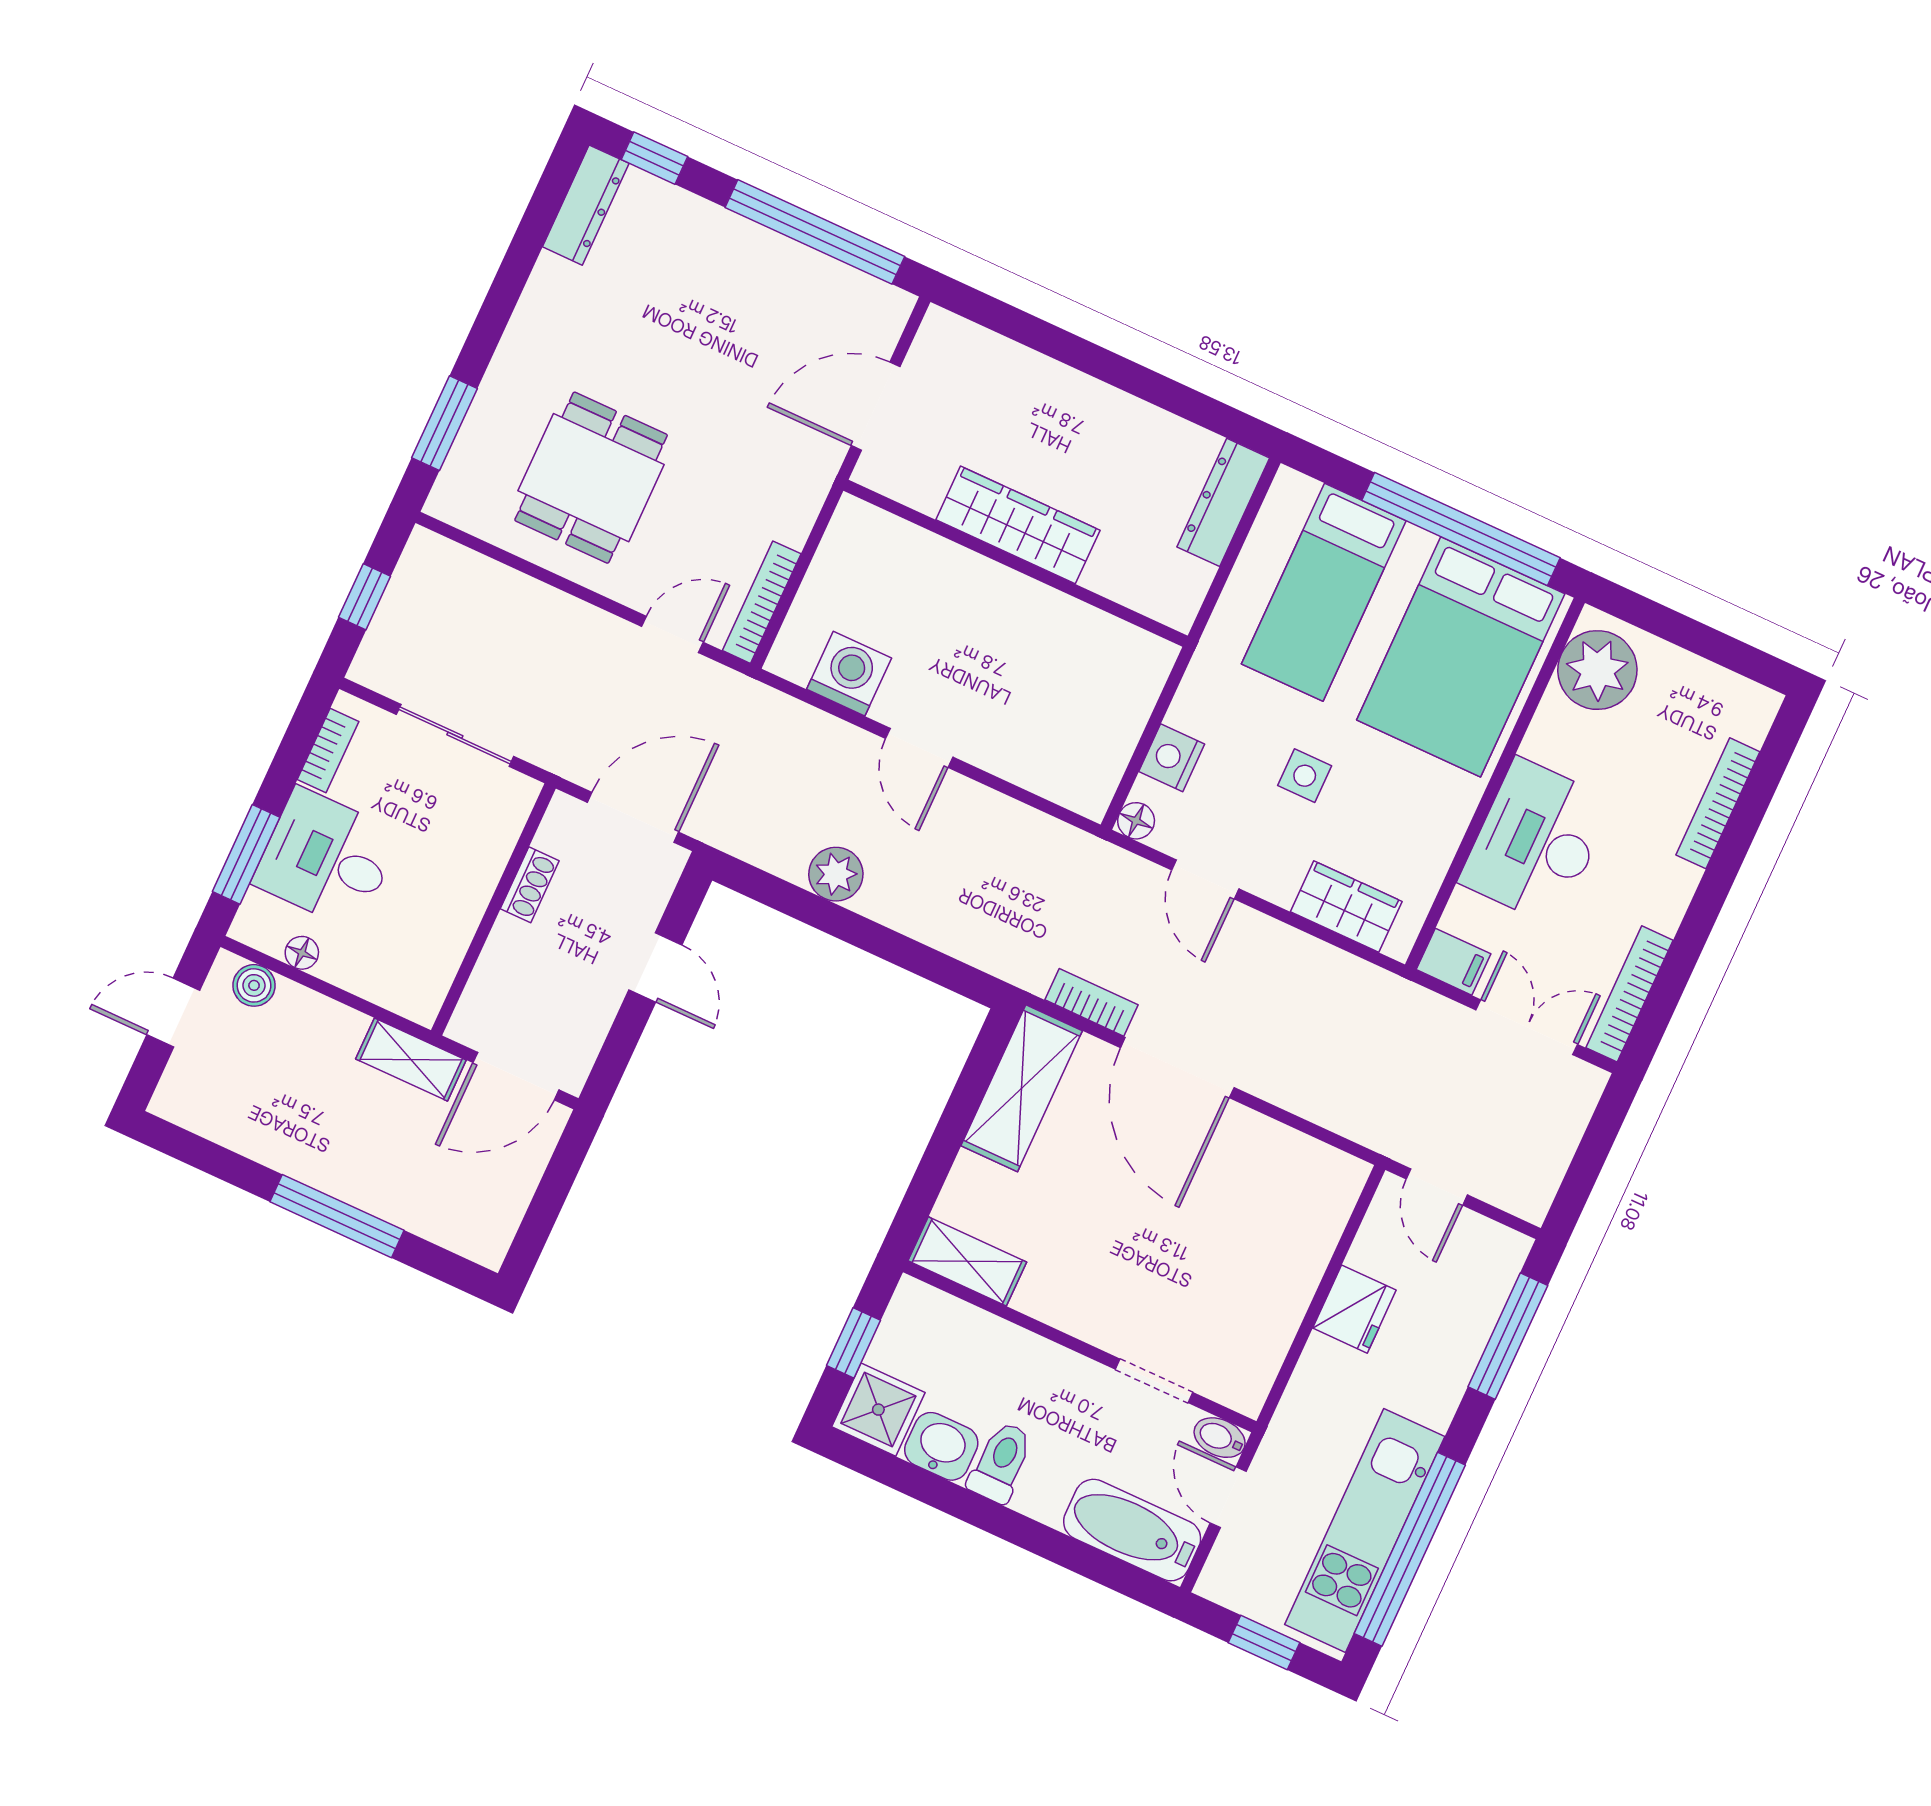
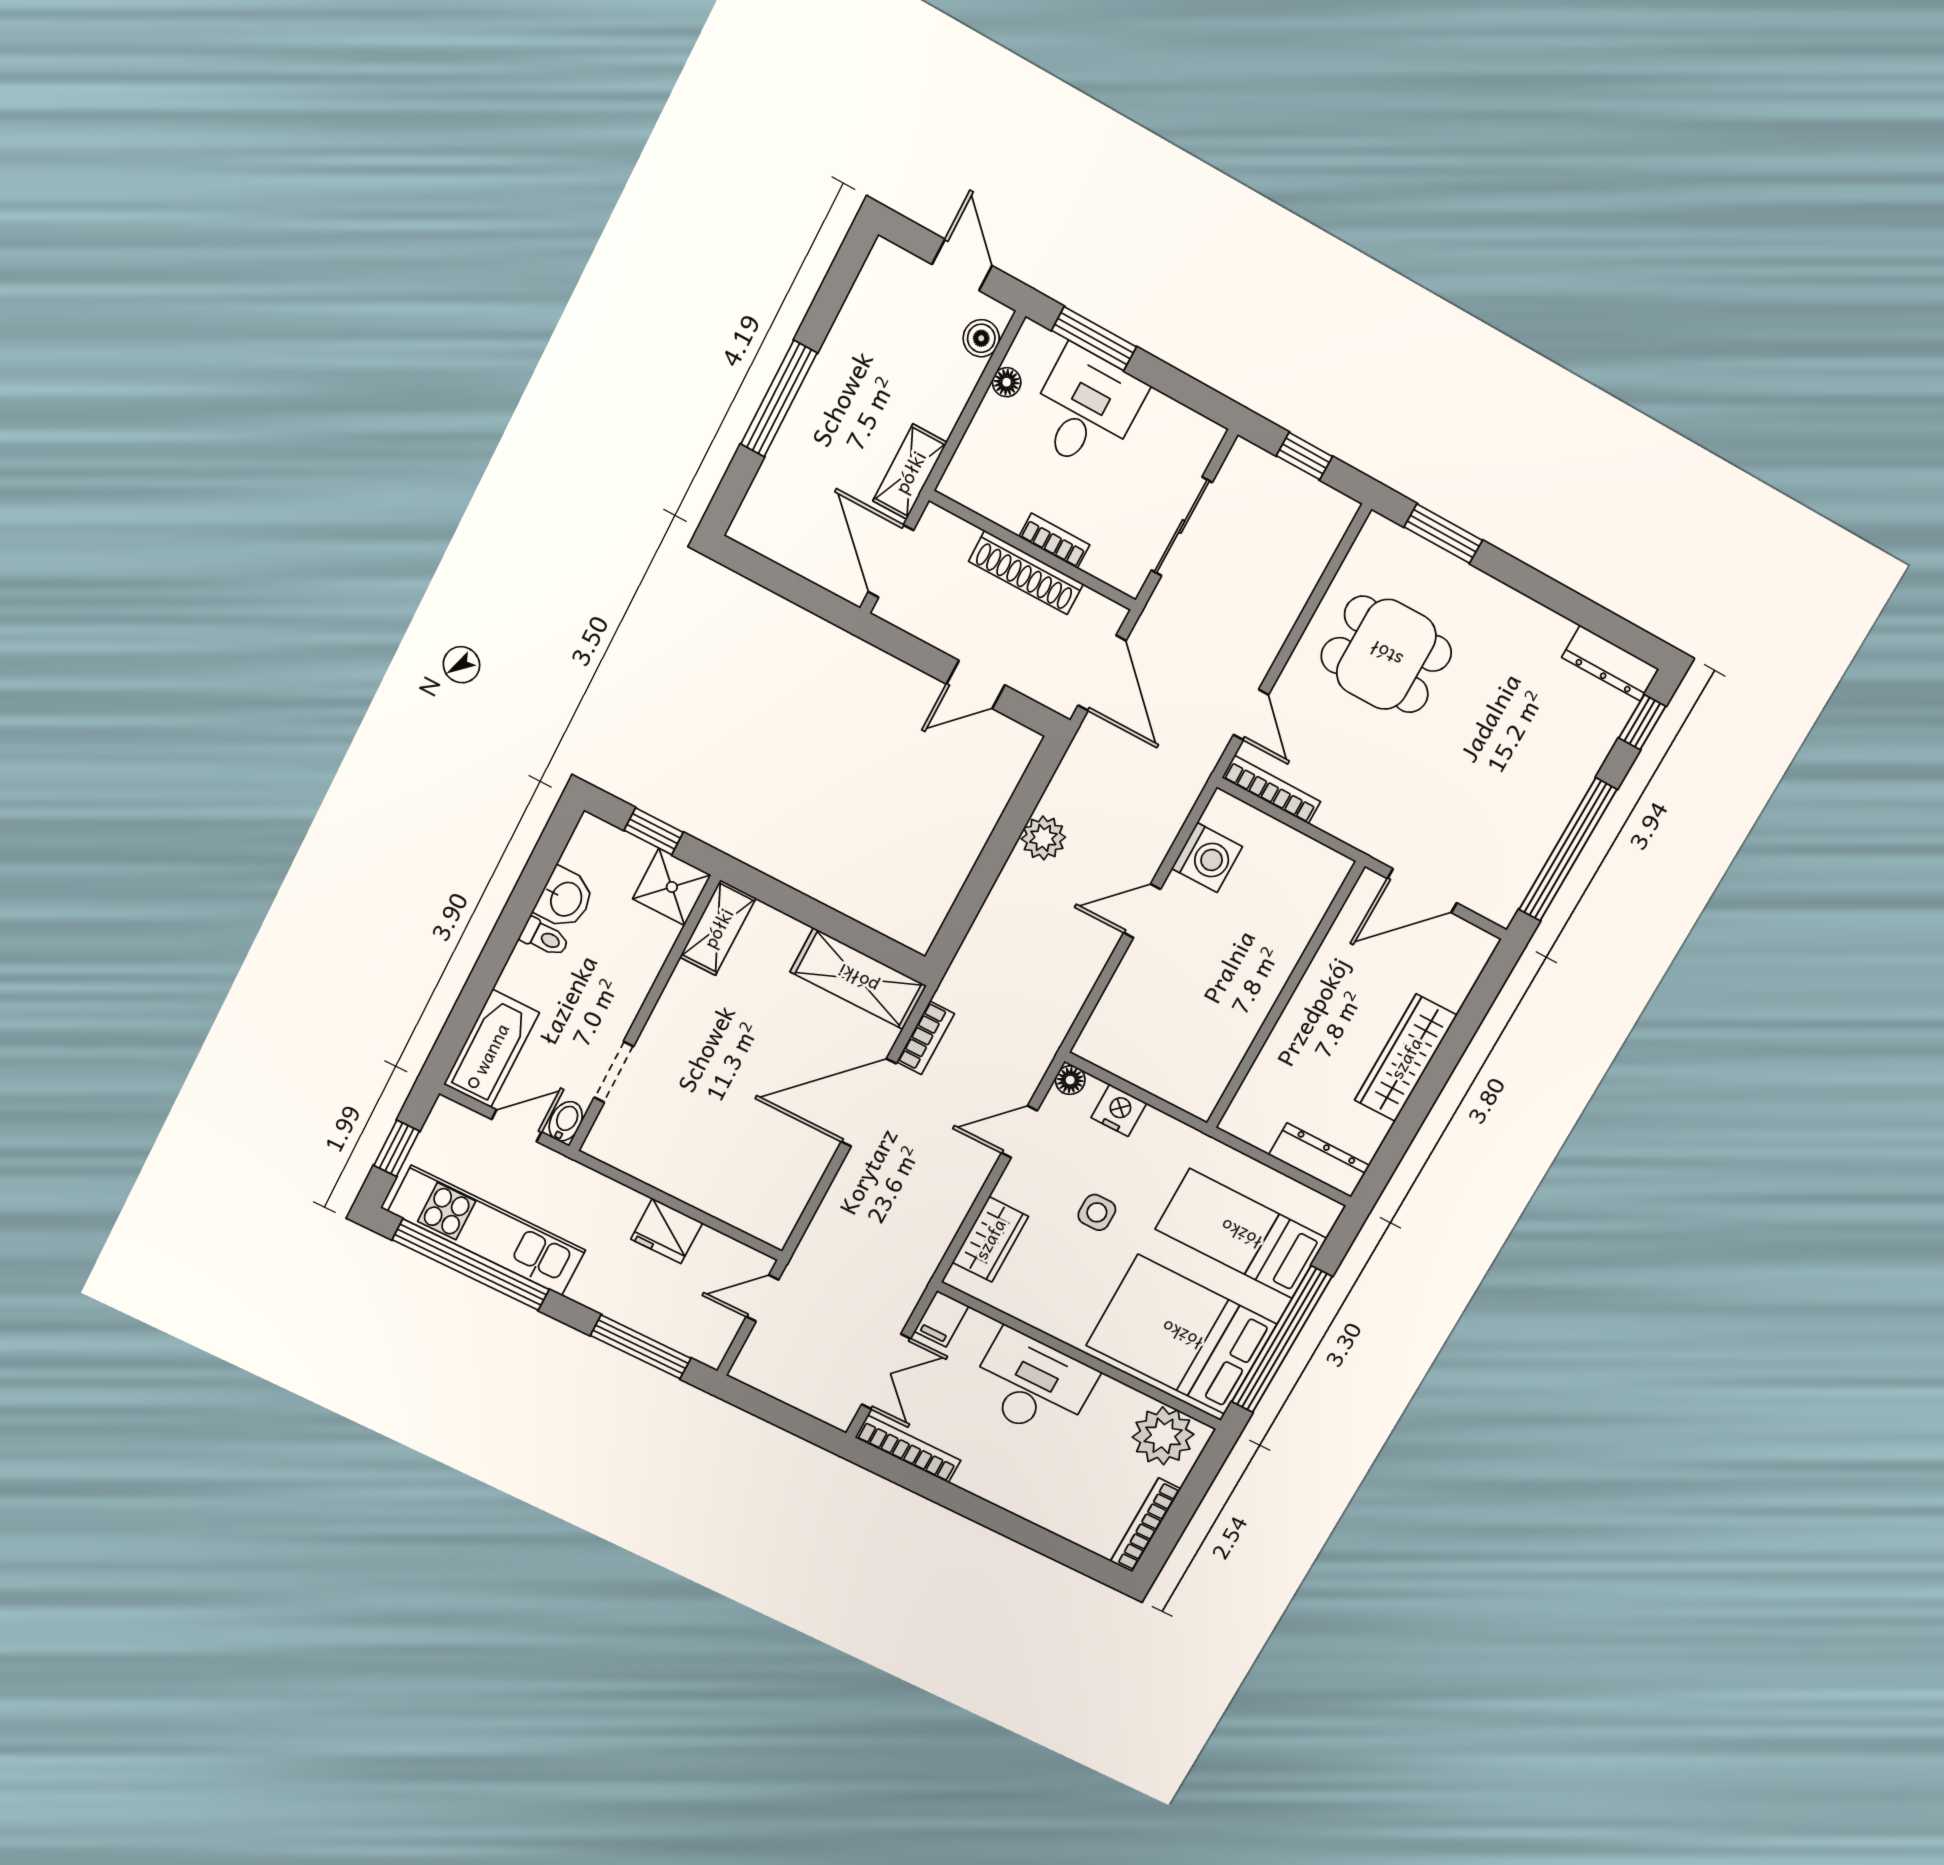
door: (876, 406) -> (1422, 891), swing flipped
wardrobe: (1018, 525) -> (1406, 1058), moved, turned 180
bookcase: (328, 750) -> (1054, 541), moved, turned 180
bookcase: (1718, 803) -> (1146, 1525), moved, turned -90
shoe rack: (530, 885) -> (1026, 573), width x1.94, depth x1.24
shower: (878, 1410) -> (672, 887), moved
toilet: (1001, 1462) -> (545, 937), width x0.73, depth x0.72

